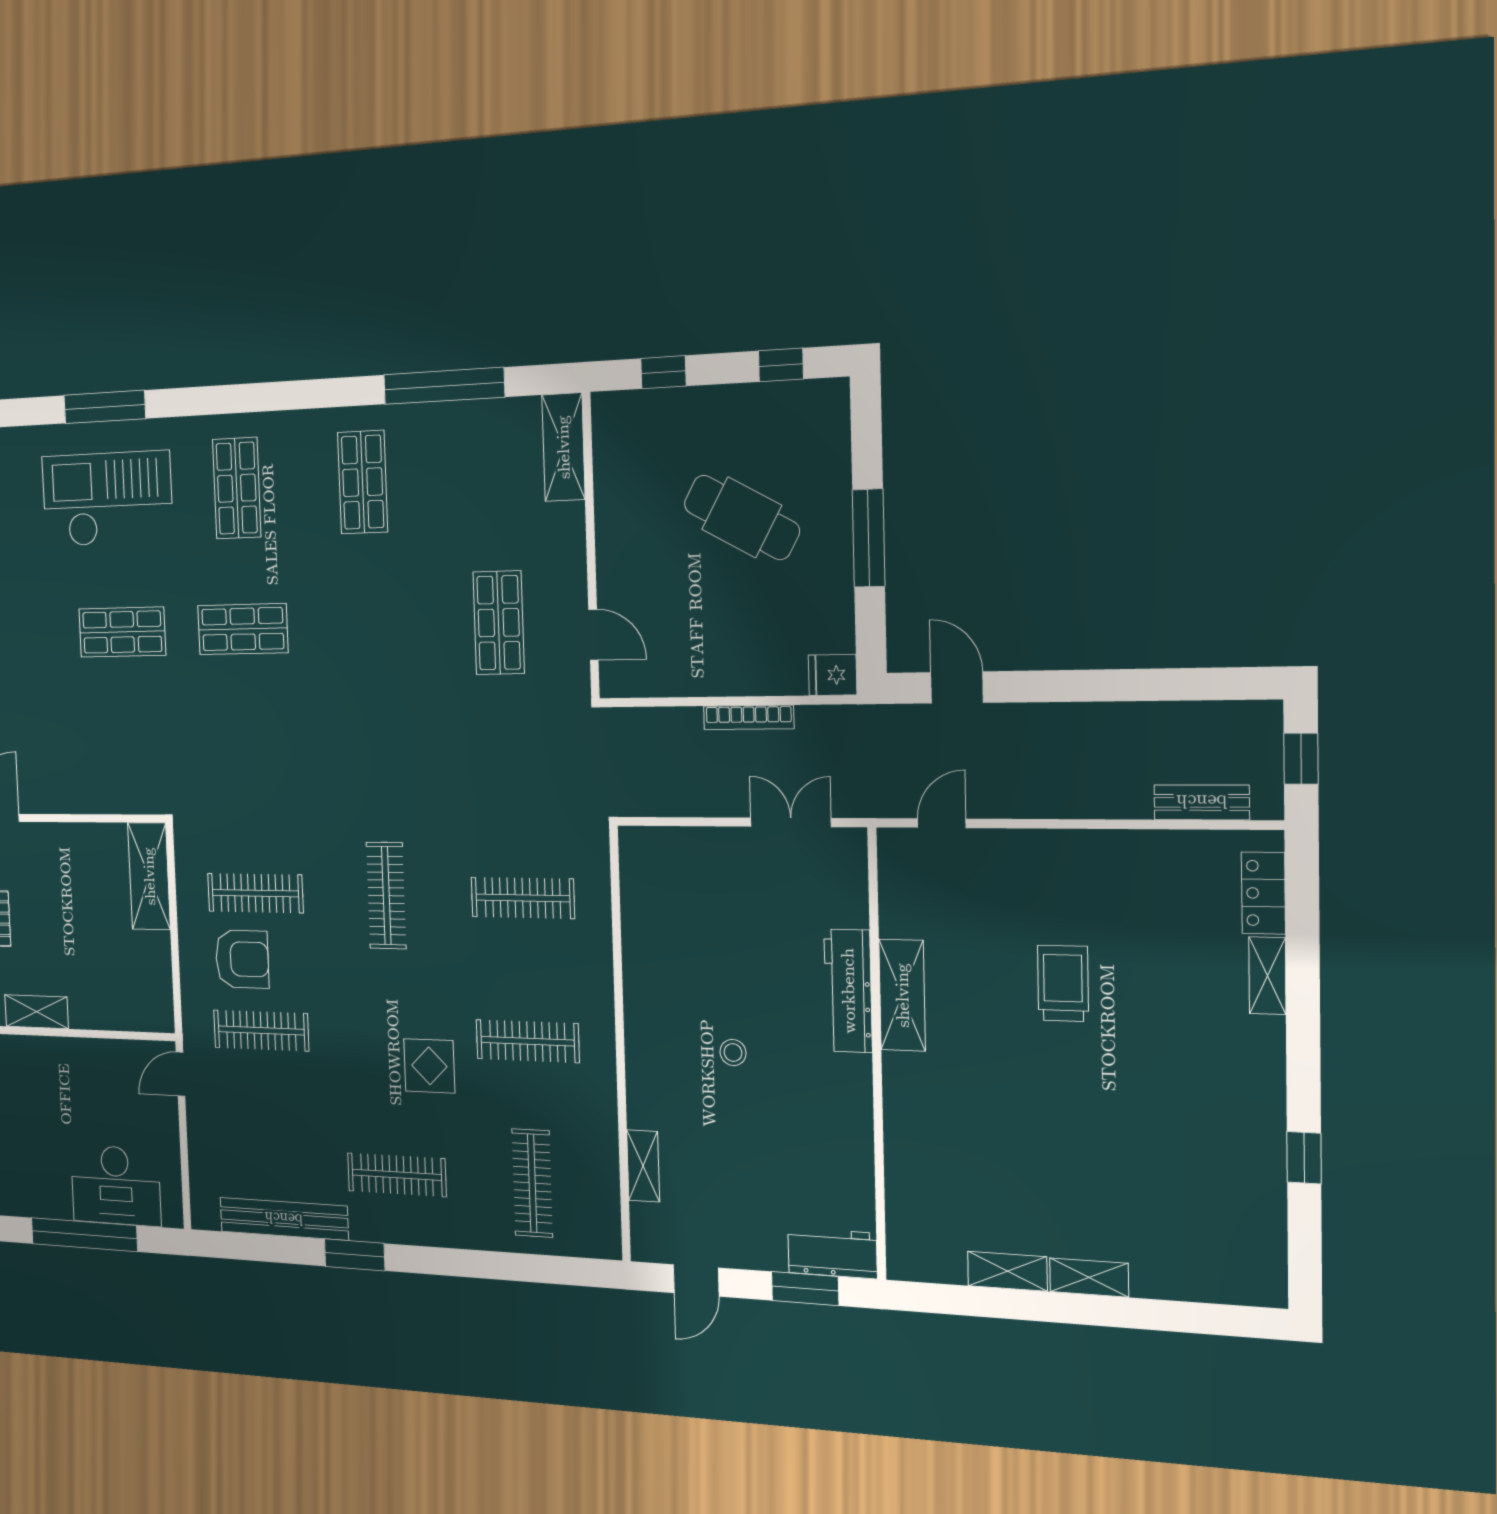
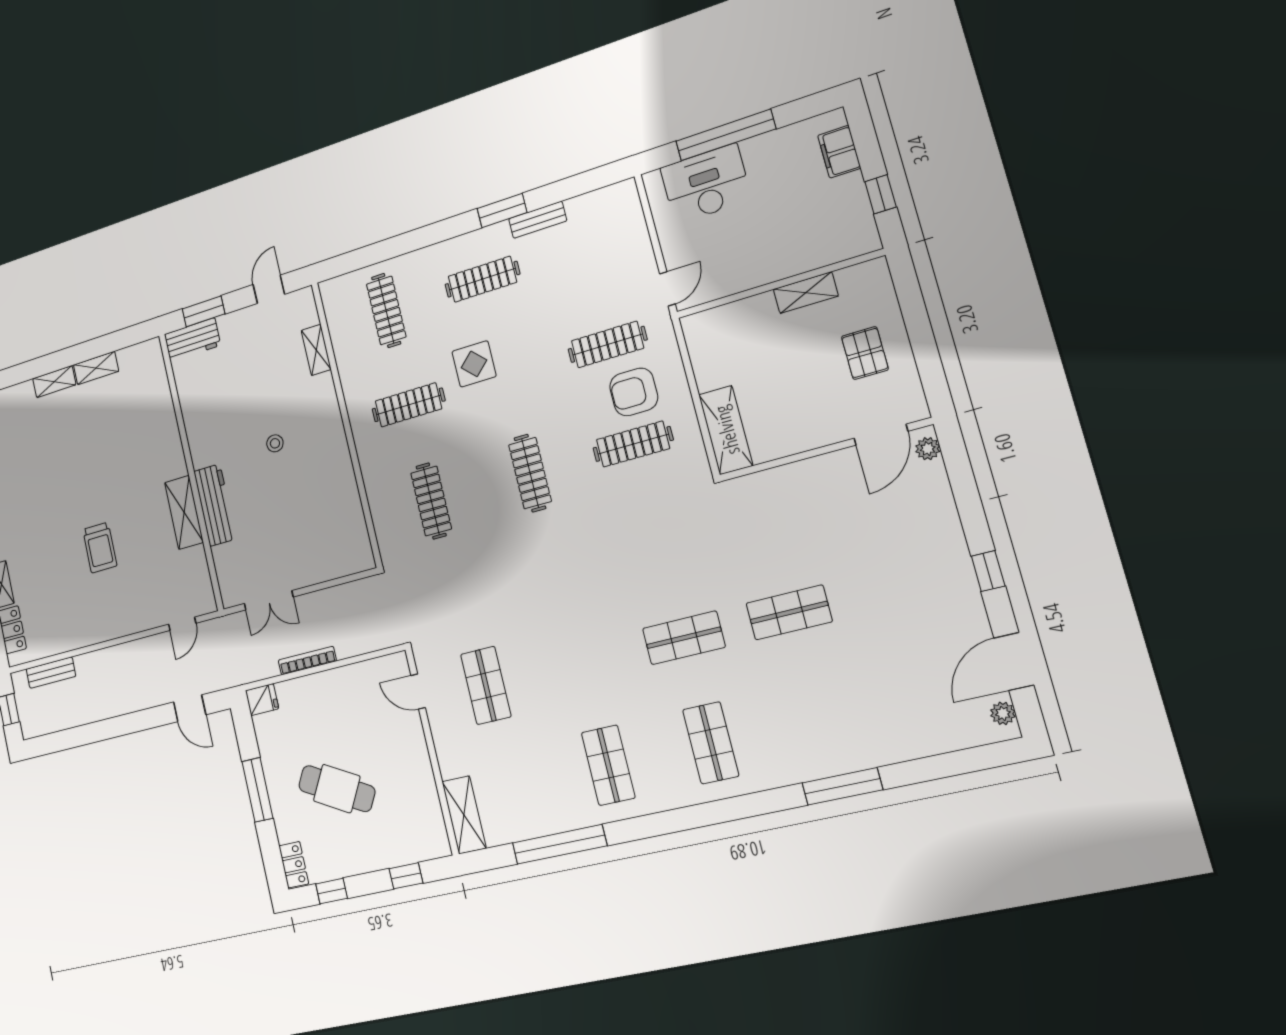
locker: (833, 413) -> (294, 865), added
checkout: (107, 499) -> (825, 714), removed
clothes rail: (523, 898) -> (431, 501), turned 90
bench: (284, 1219) -> (538, 220), width x0.54, depth x0.82

